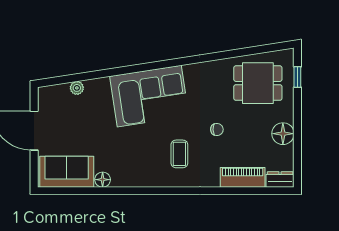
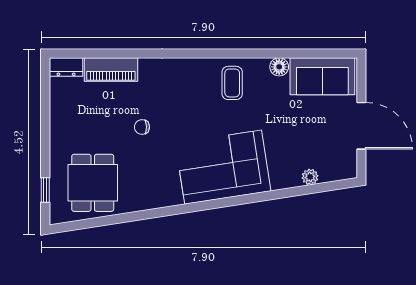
dining table: (258, 83) -> (93, 183), turned 90
floor lamp: (283, 134) -> (63, 122), removed
coffee table: (179, 154) -> (232, 83), moved

